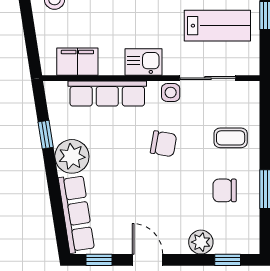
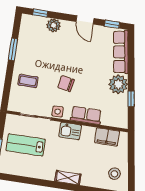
row of seats: (107, 93) -> (86, 115), width x0.68
chair: (225, 190) -> (36, 52), removed

